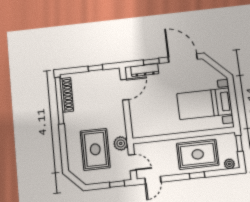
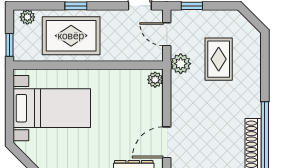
plant: (137, 131) -> (155, 80), added
rug: (95, 149) -> (219, 59), width x0.73, depth x0.70

